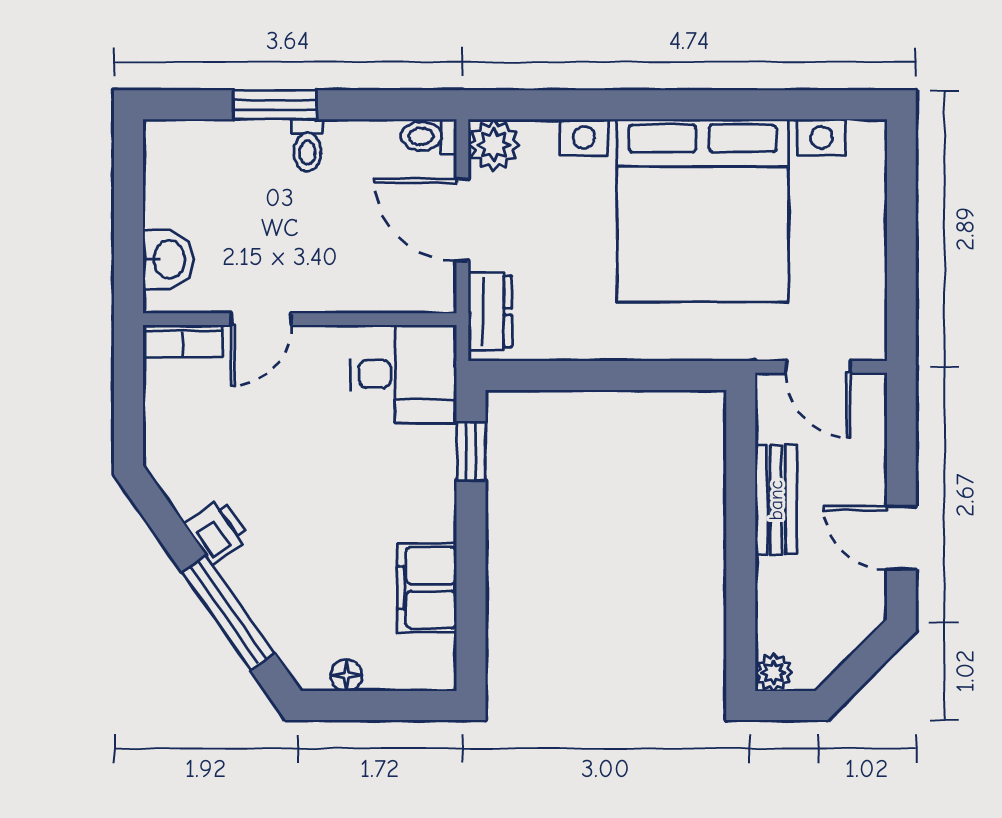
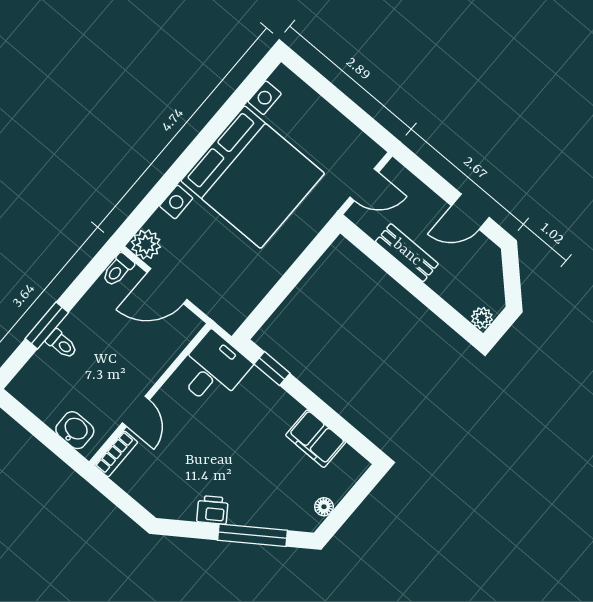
toilet: (307, 145) -> (62, 344), moved
dresser: (490, 312) -> (218, 308), removed

